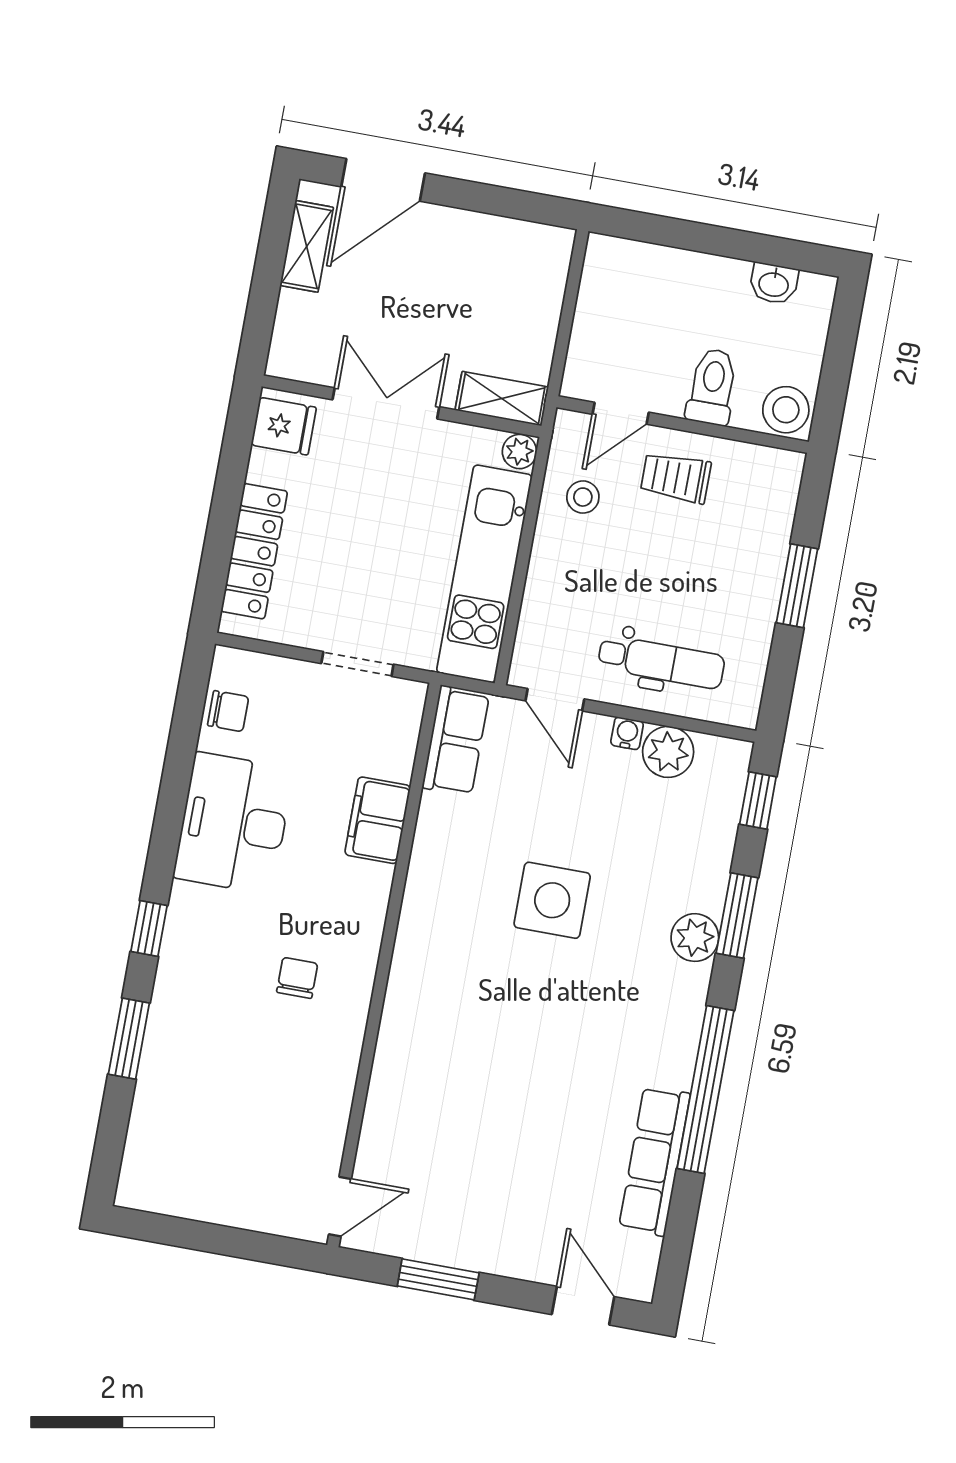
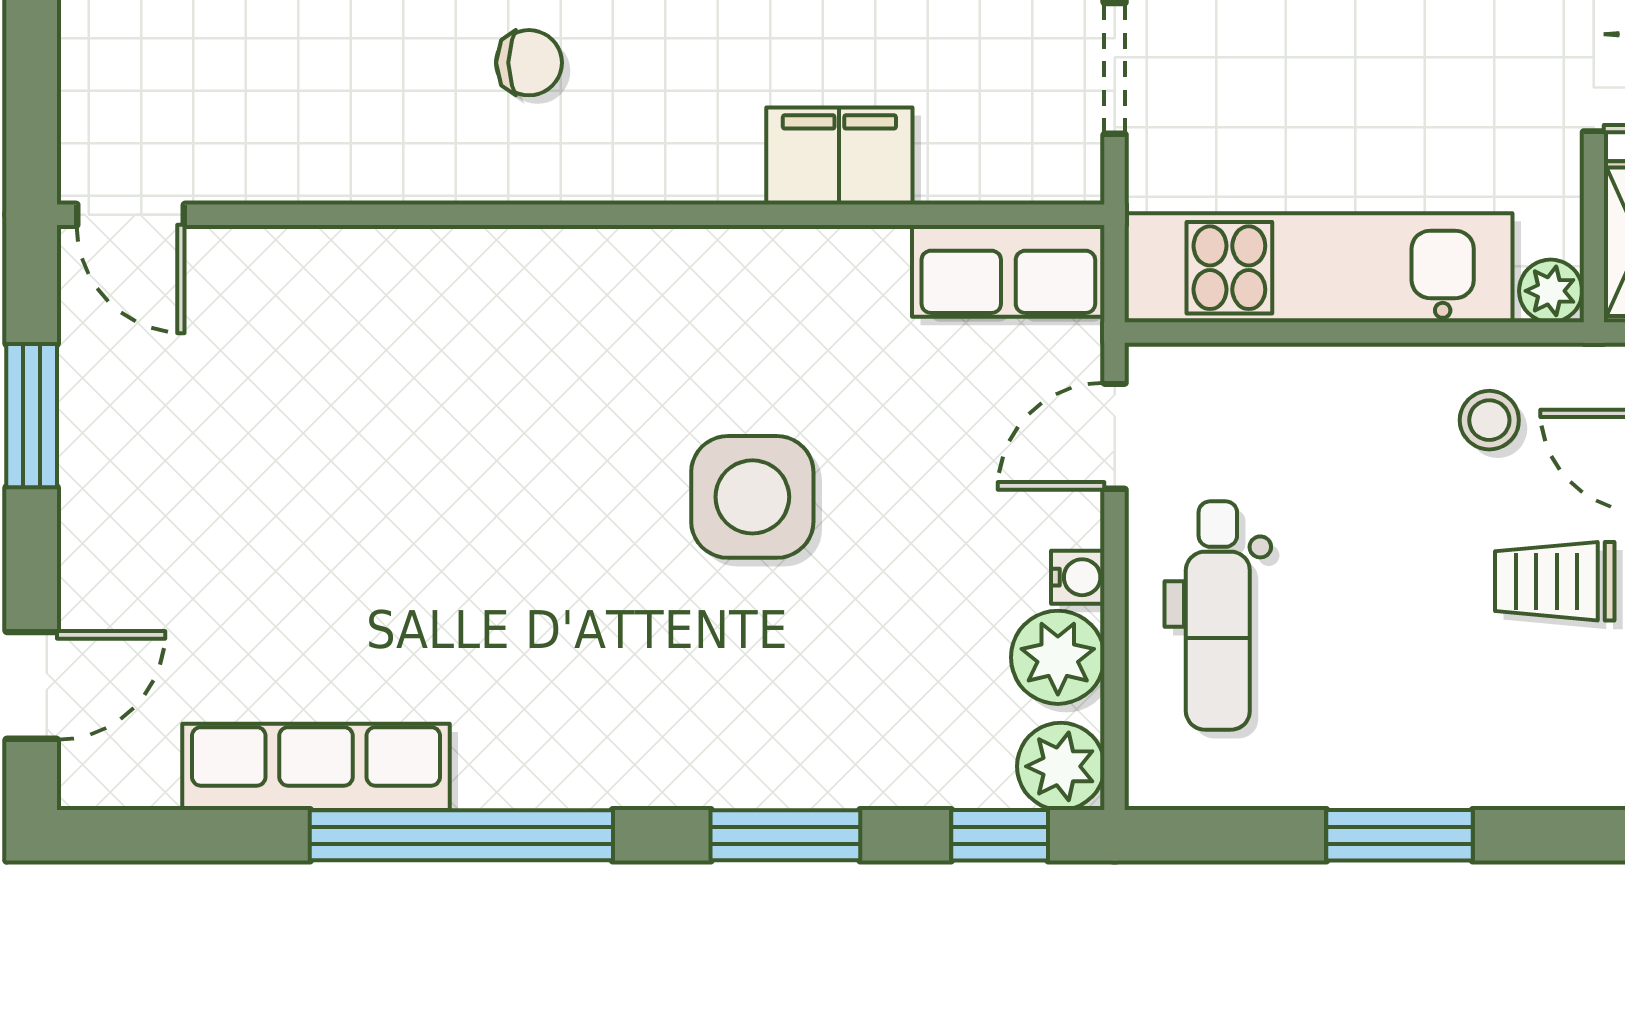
trolley: (676, 478) -> (1555, 581), turned -90
plant: (695, 938) -> (1061, 766), moved

